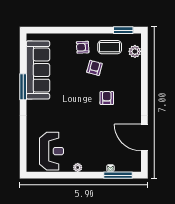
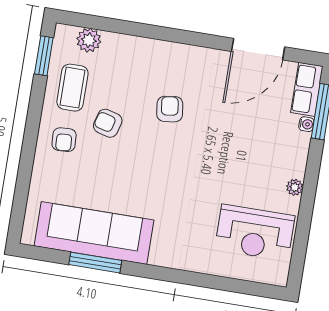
window: (23, 87) -> (95, 263), moved
armchair: (107, 98) -> (170, 109), turned 83
reception desk: (51, 151) -> (255, 233), turned 180
row of seats: (128, 166) -> (307, 89), added

